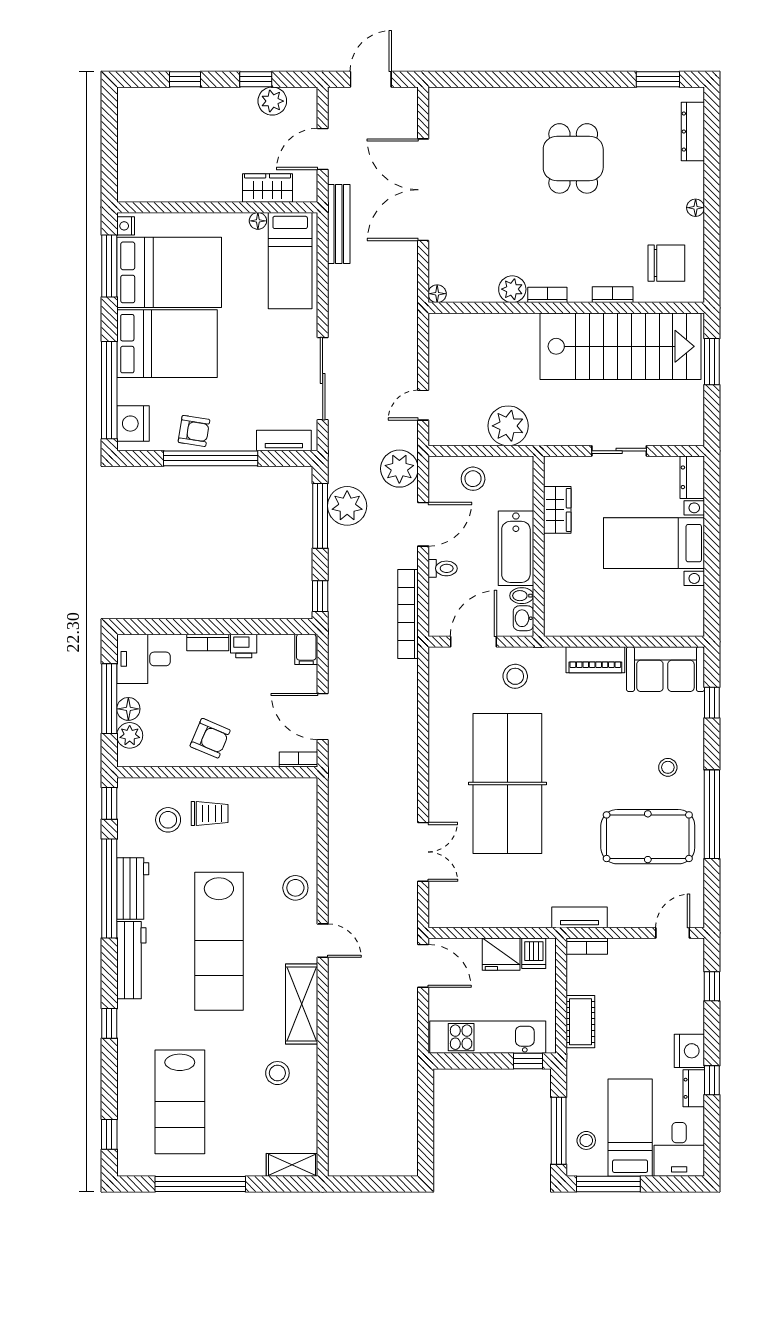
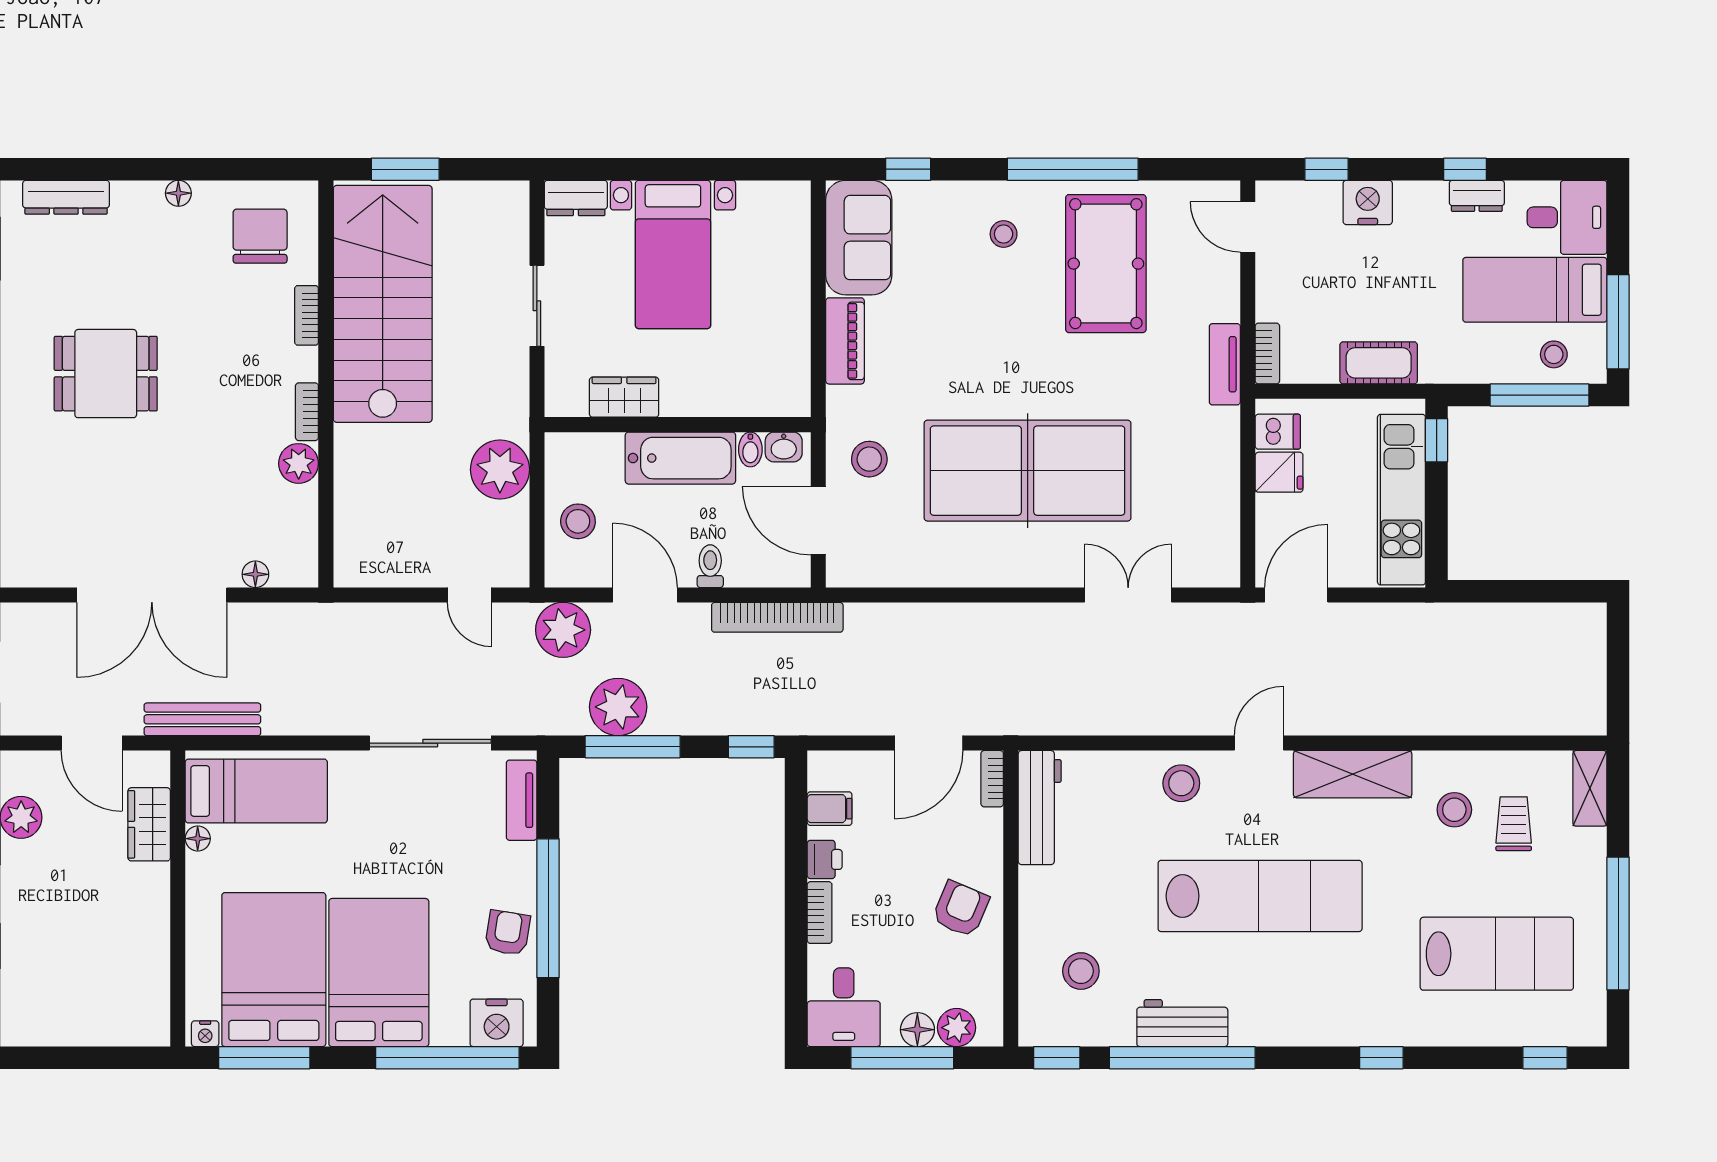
floor lamp: (437, 294) -> (255, 574), moved
filing cabinet: (306, 649) -> (830, 809), moved
trolley: (210, 813) -> (1514, 824), moved
fridge: (501, 954) -> (1279, 472), width x0.72
workbench: (131, 960) -> (1040, 808), moved, turned 90
nightstand: (689, 1051) -> (1368, 202), moved

